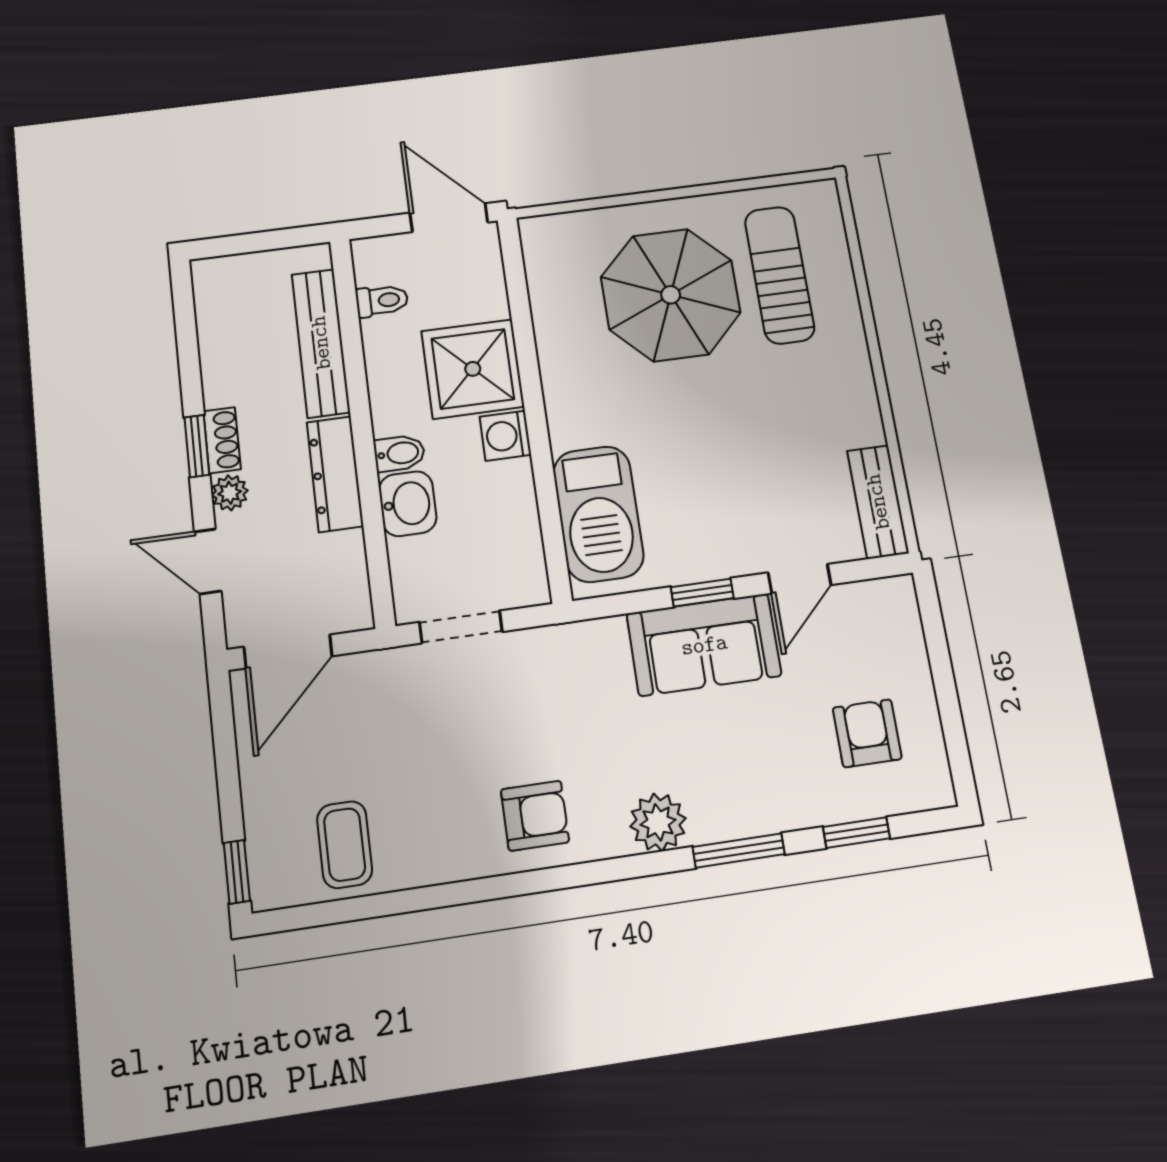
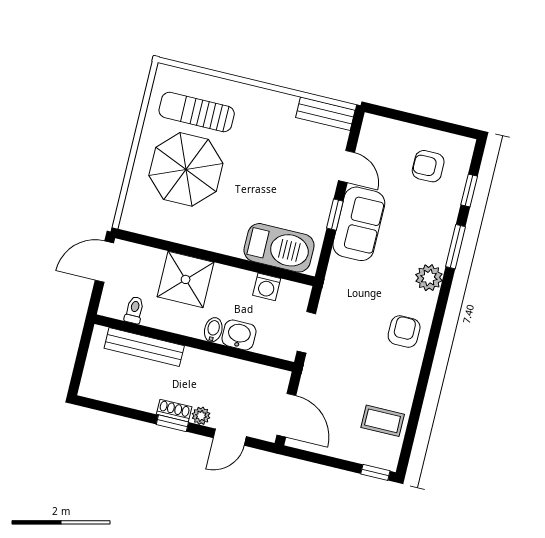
washing machine: (505, 436) -> (267, 287), moved
dresser: (335, 474) -> (211, 364), removed

